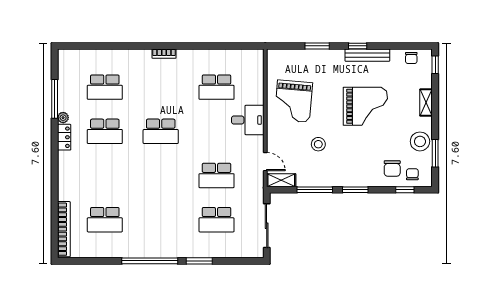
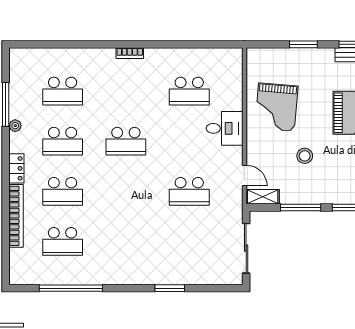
locker: (64, 137) -> (16, 168), moved
school desk: (217, 220) -> (63, 191), moved
bookcase: (64, 229) -> (16, 216), moved
window: (150, 261) -> (71, 288), moved

